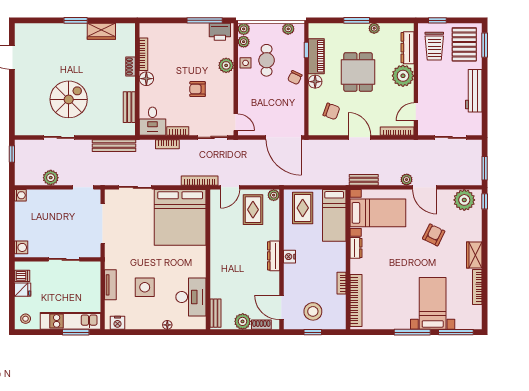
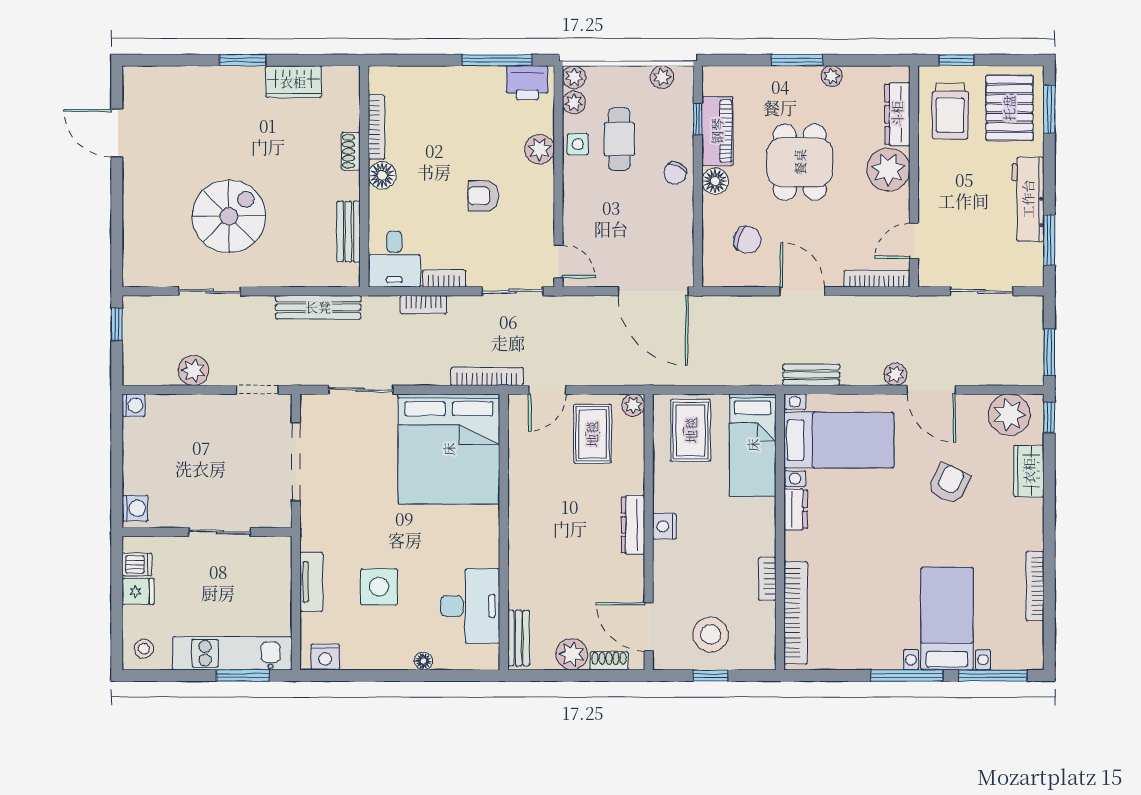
window: (485, 111) -> (1049, 240), added
wardrobe: (474, 255) -> (1029, 471), moved

